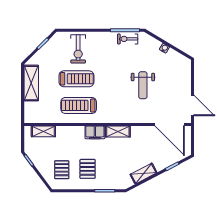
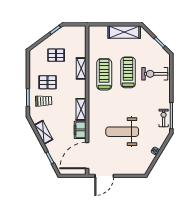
treadmill: (76, 79) -> (128, 72), turned 180
weight bench: (143, 85) -> (122, 132), width x1.36, depth x1.33
shelving: (43, 131) -> (81, 68), moved
filing cabinet: (95, 132) -> (80, 130), moved
pallet: (62, 170) -> (56, 55), moved
trolley: (108, 173) -> (44, 101), added

